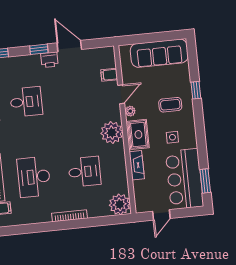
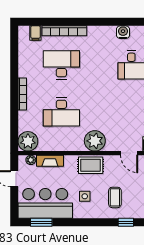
plant: (130, 111) -> (31, 160), moved
fireplace: (137, 165) -> (50, 161), moved
desk: (84, 172) -> (61, 112), width x1.37

